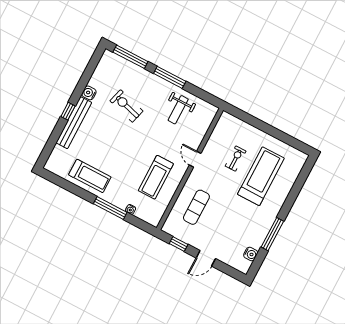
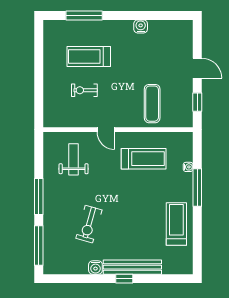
weight bench: (178, 110) -> (74, 159), moved, turned -90
door: (195, 159) -> (106, 130), hinge flipped
treadmill: (261, 176) -> (89, 56), width x0.73, depth x0.73
exercise mat: (196, 207) -> (152, 104), turned 90
window: (272, 234) -> (84, 15), moved
water cooler: (251, 254) -> (141, 26), moved

